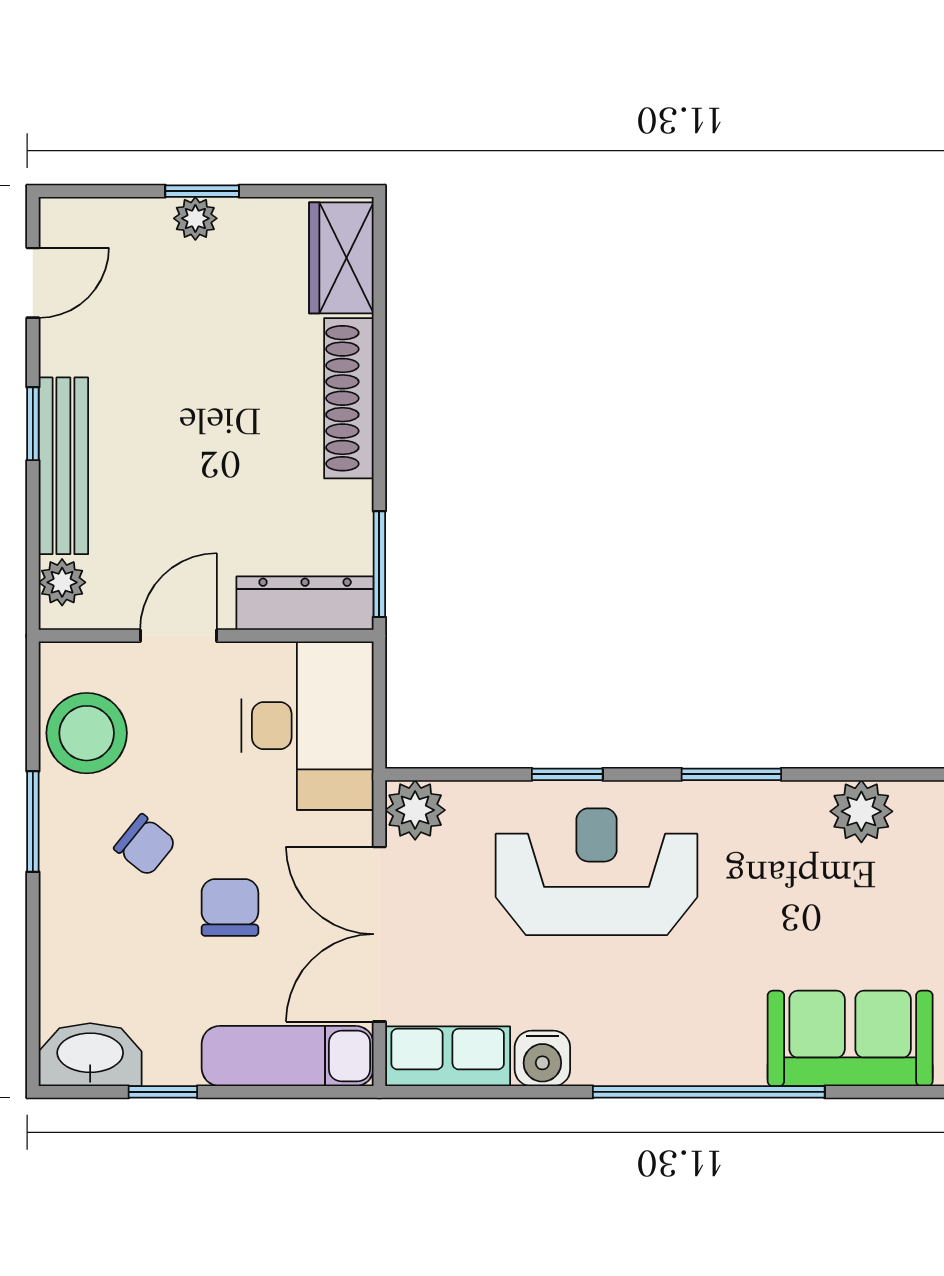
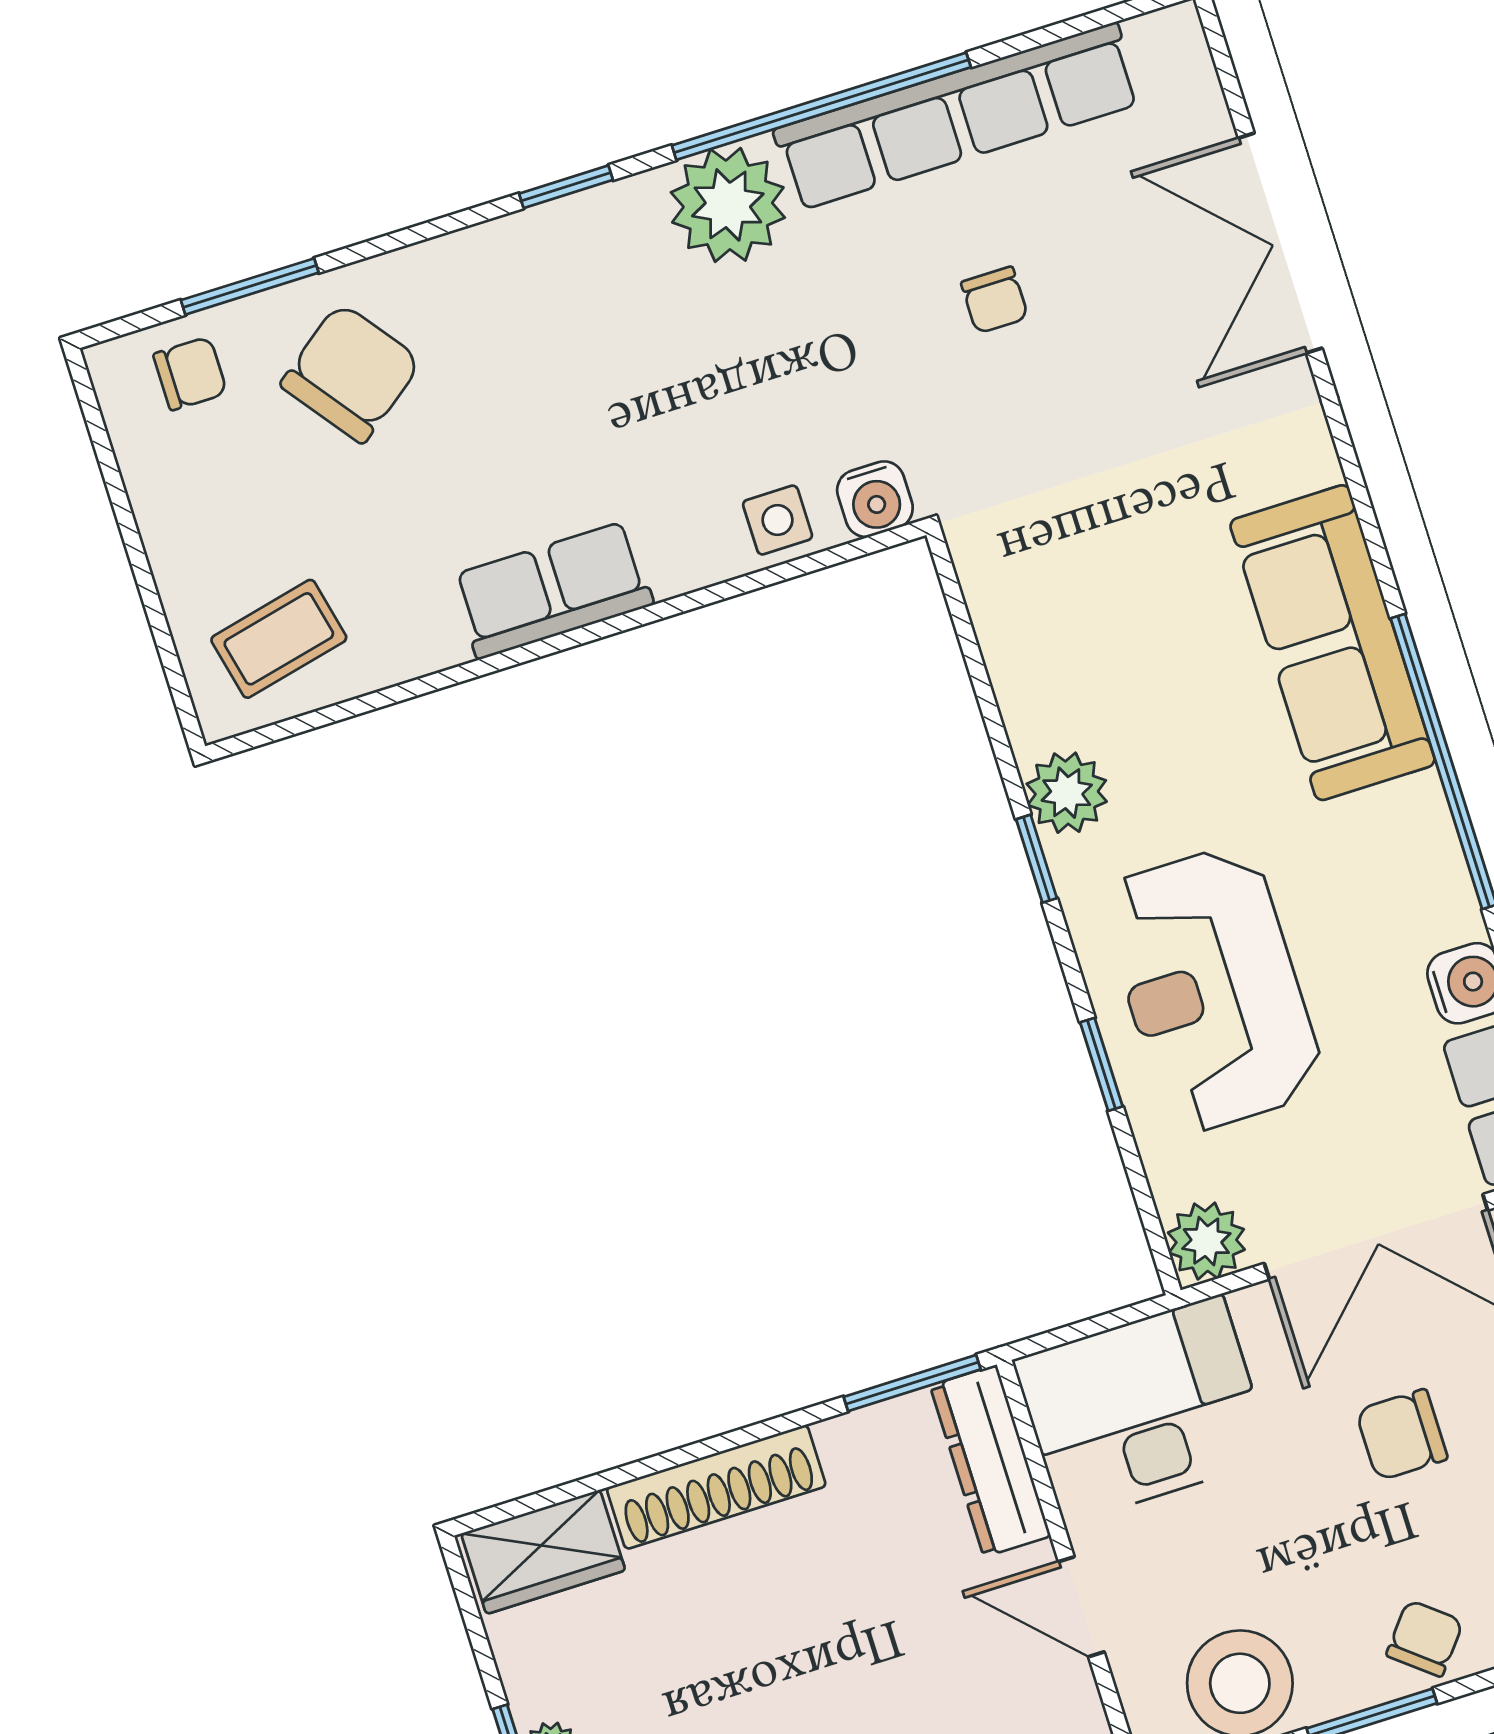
window: (731, 774) -> (1036, 859), width x0.67
plant: (861, 811) -> (1067, 793), moved
chair: (145, 845) -> (1425, 1638), moved
sofa: (850, 1038) -> (1332, 643), width x1.36

